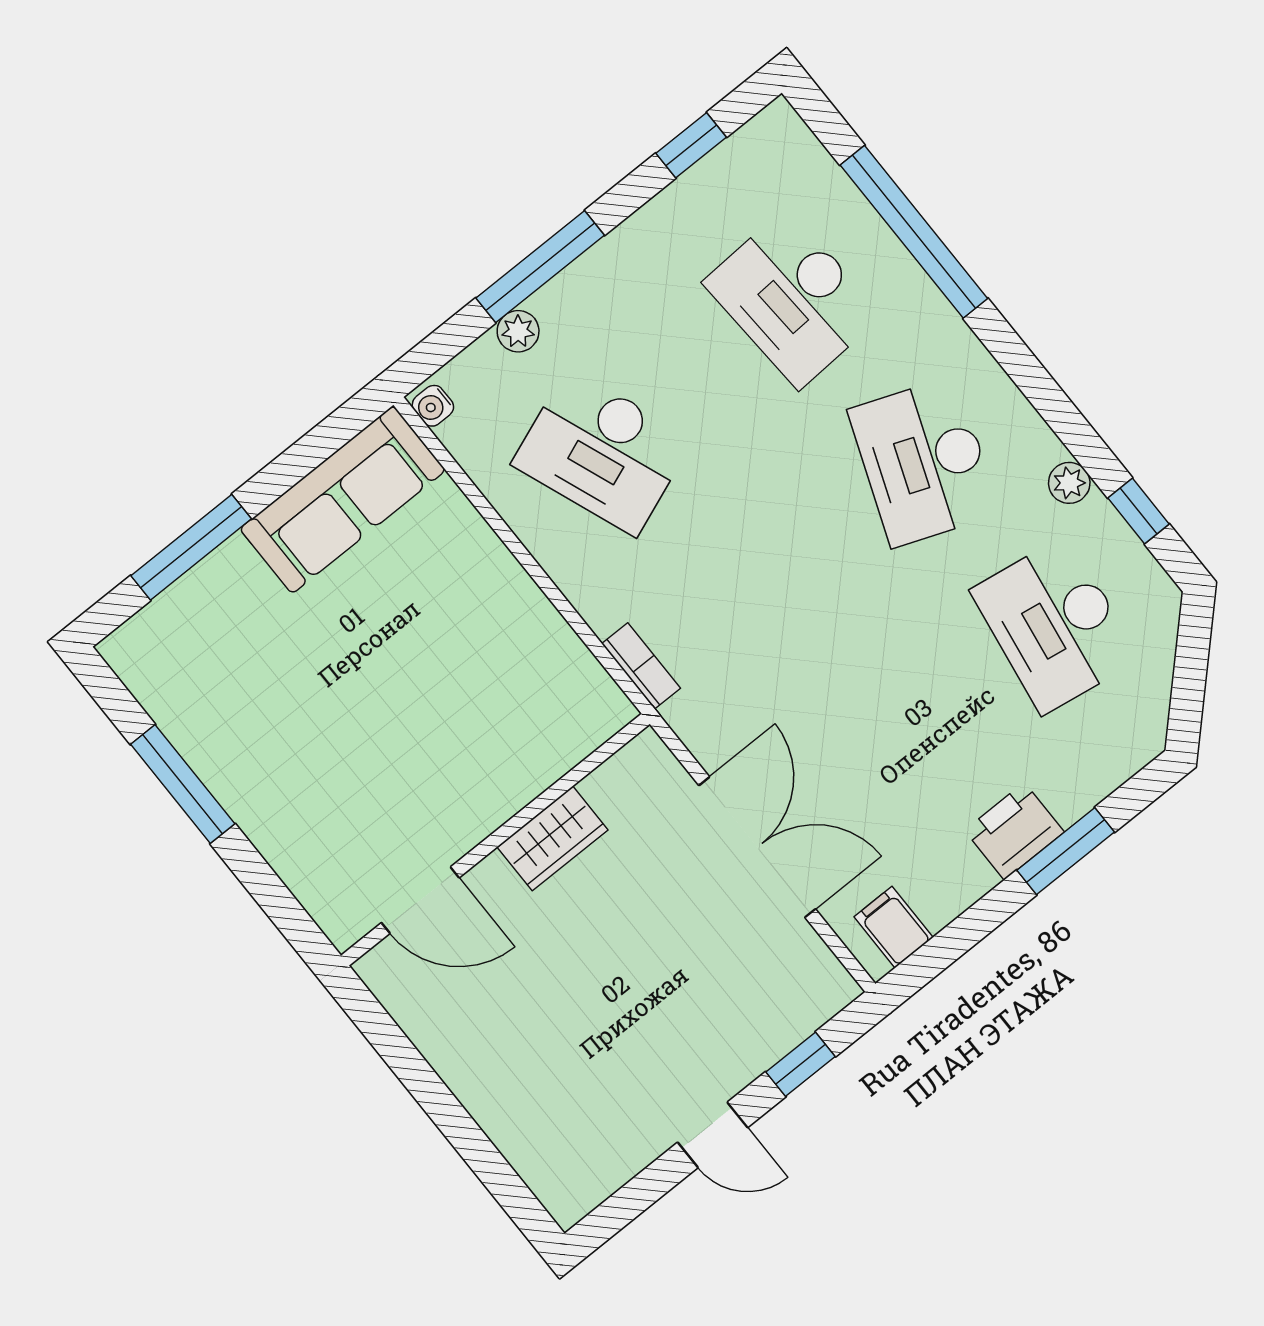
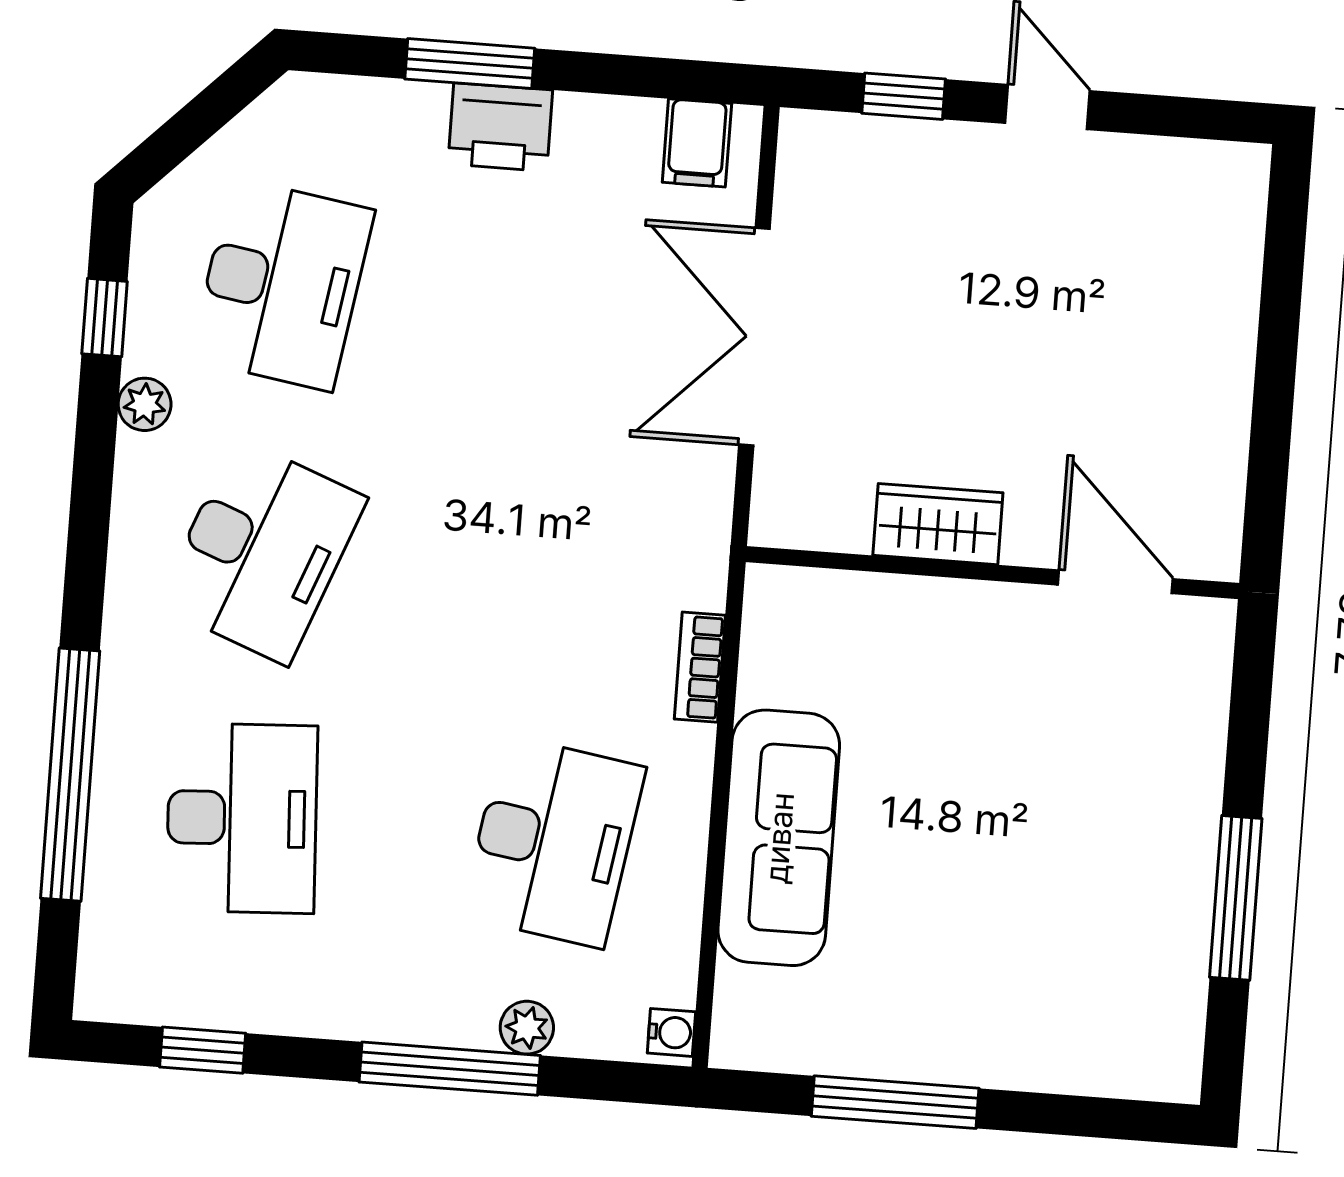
desk: (602, 452) -> (554, 842), turned 30
sofa: (343, 500) -> (779, 838), moved, turned 90
window: (191, 547) -> (895, 1102), moved
bookcase: (641, 666) -> (700, 667), moved

